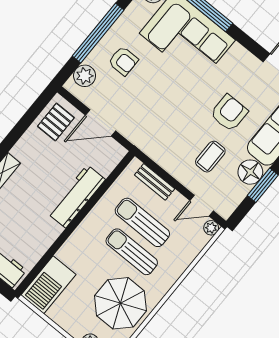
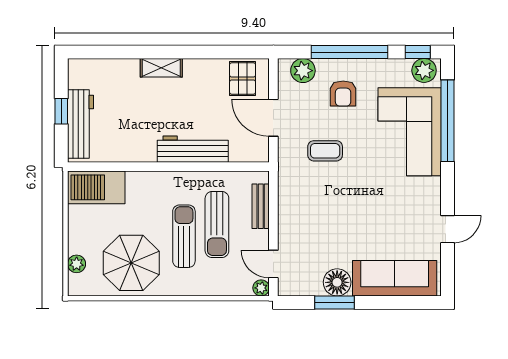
armchair: (229, 113) -> (373, 222), removed
pallet: (56, 122) -> (243, 78), turned 90
coffee table: (210, 157) -> (325, 151), moved
sun lounger: (142, 222) -> (217, 225), turned 180

